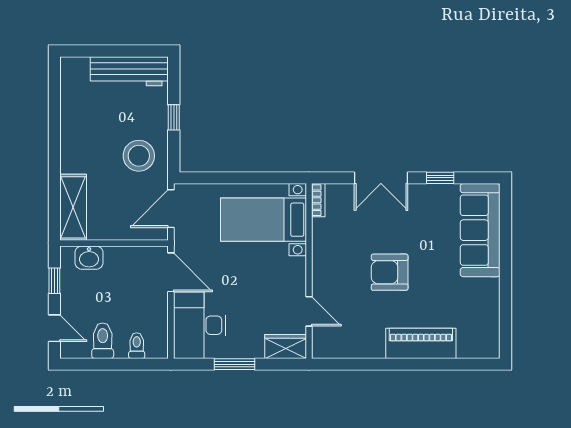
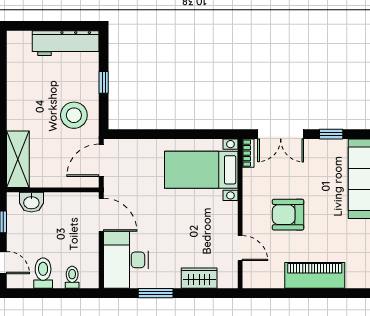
bookcase: (318, 200) -> (248, 153), moved
bed with nightstands: (263, 220) -> (201, 170), moved
wall: (309, 271) -> (240, 214), moved
door: (309, 311) -> (240, 248), moved

